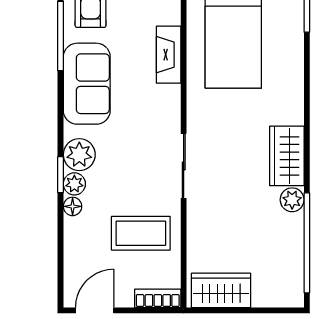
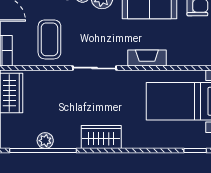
fireplace: (169, 55) -> (147, 58), moved
plant: (292, 200) -> (45, 141), moved

